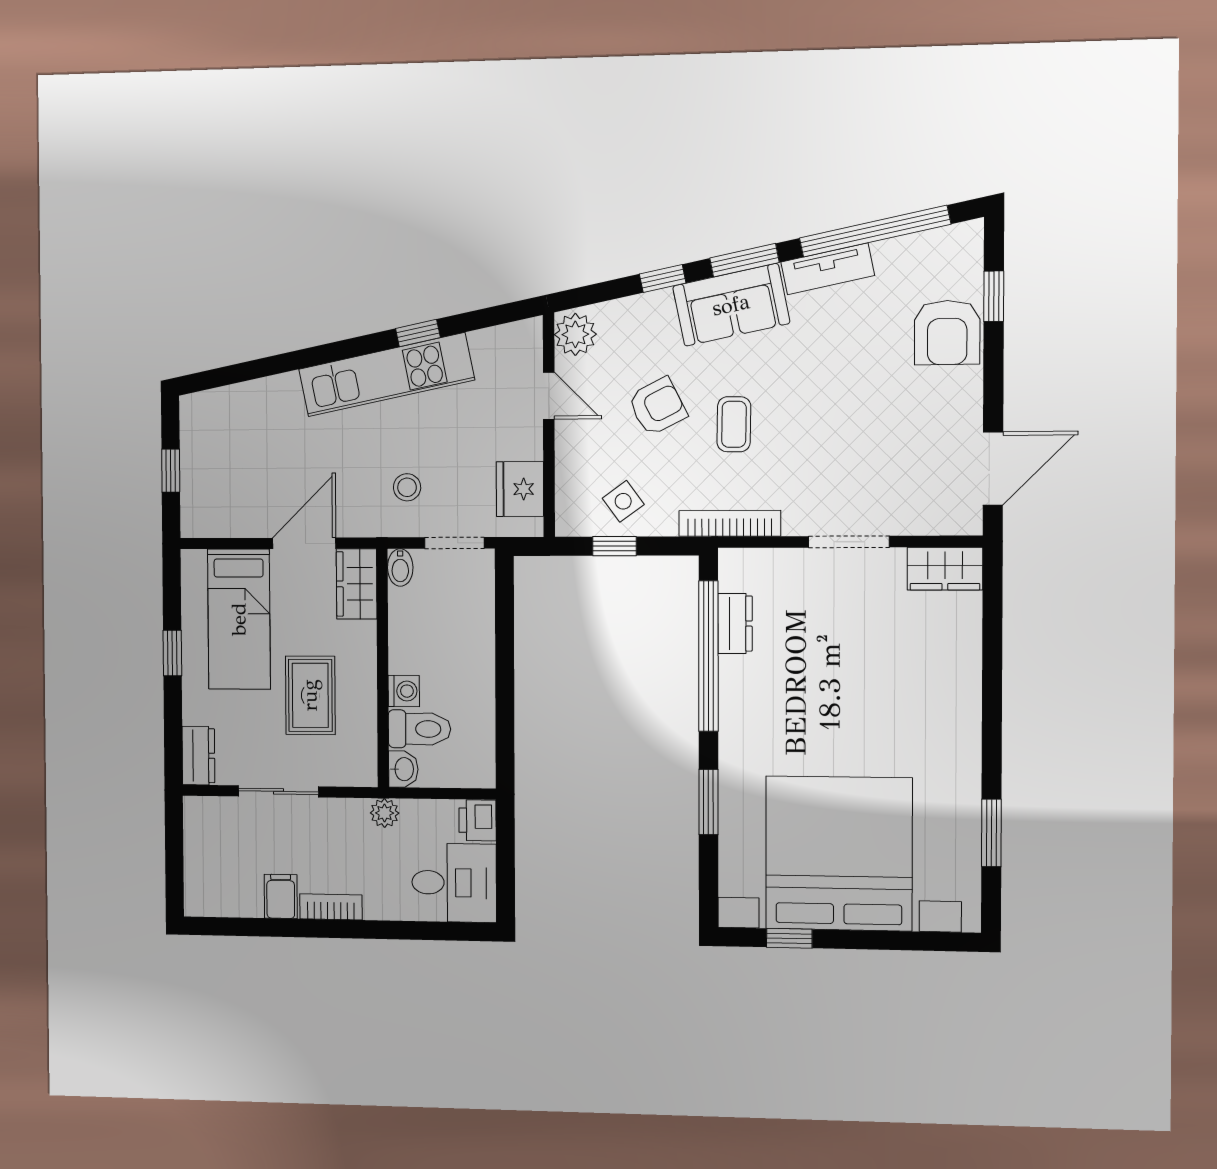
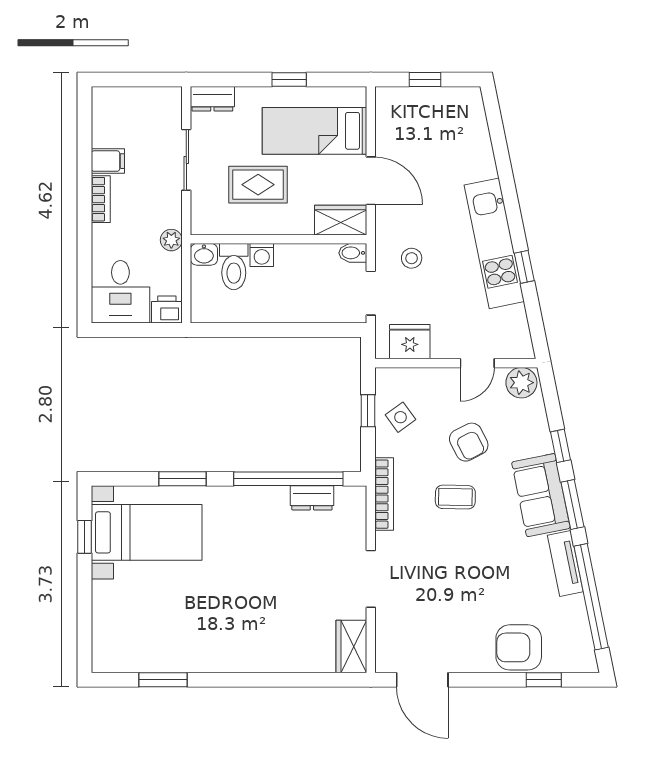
bed with nightstands: (839, 853) -> (147, 532), width x0.54

